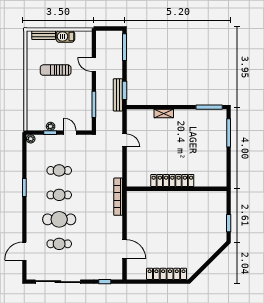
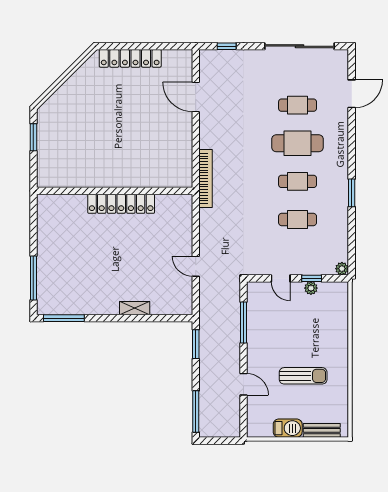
bench: (118, 95) -> (206, 337), removed

